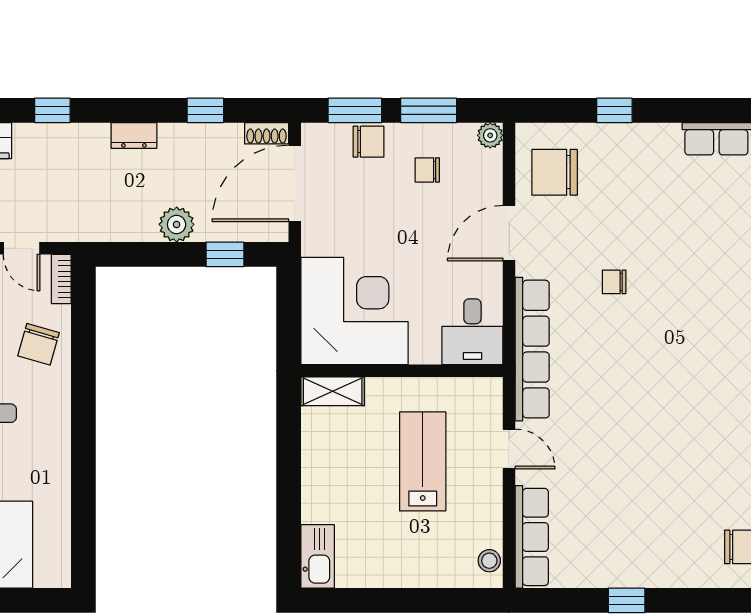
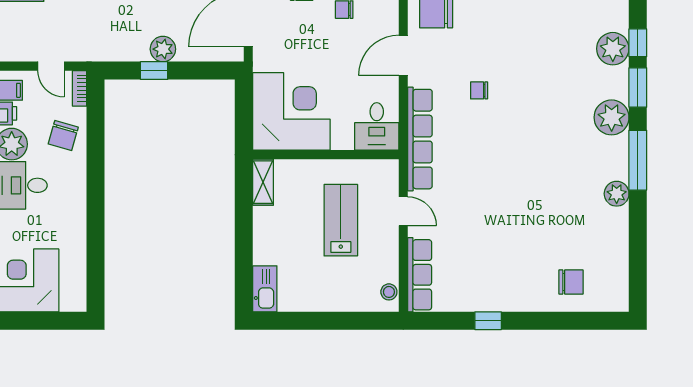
window: (225, 254) -> (154, 71), moved
shelving: (333, 391) -> (263, 182), moved, turned 90

